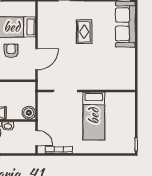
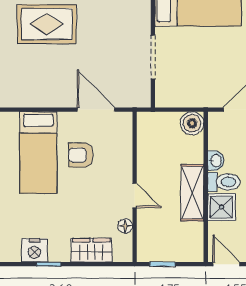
rug: (84, 32) -> (47, 24), width x1.36, depth x1.43

